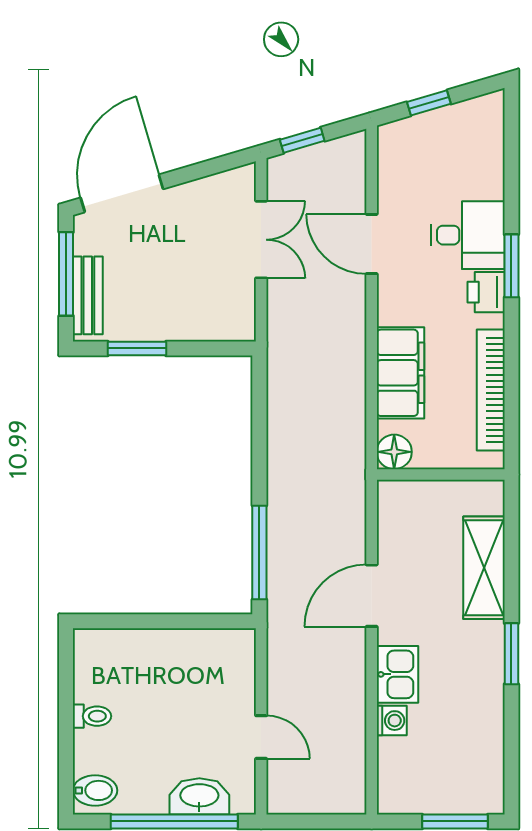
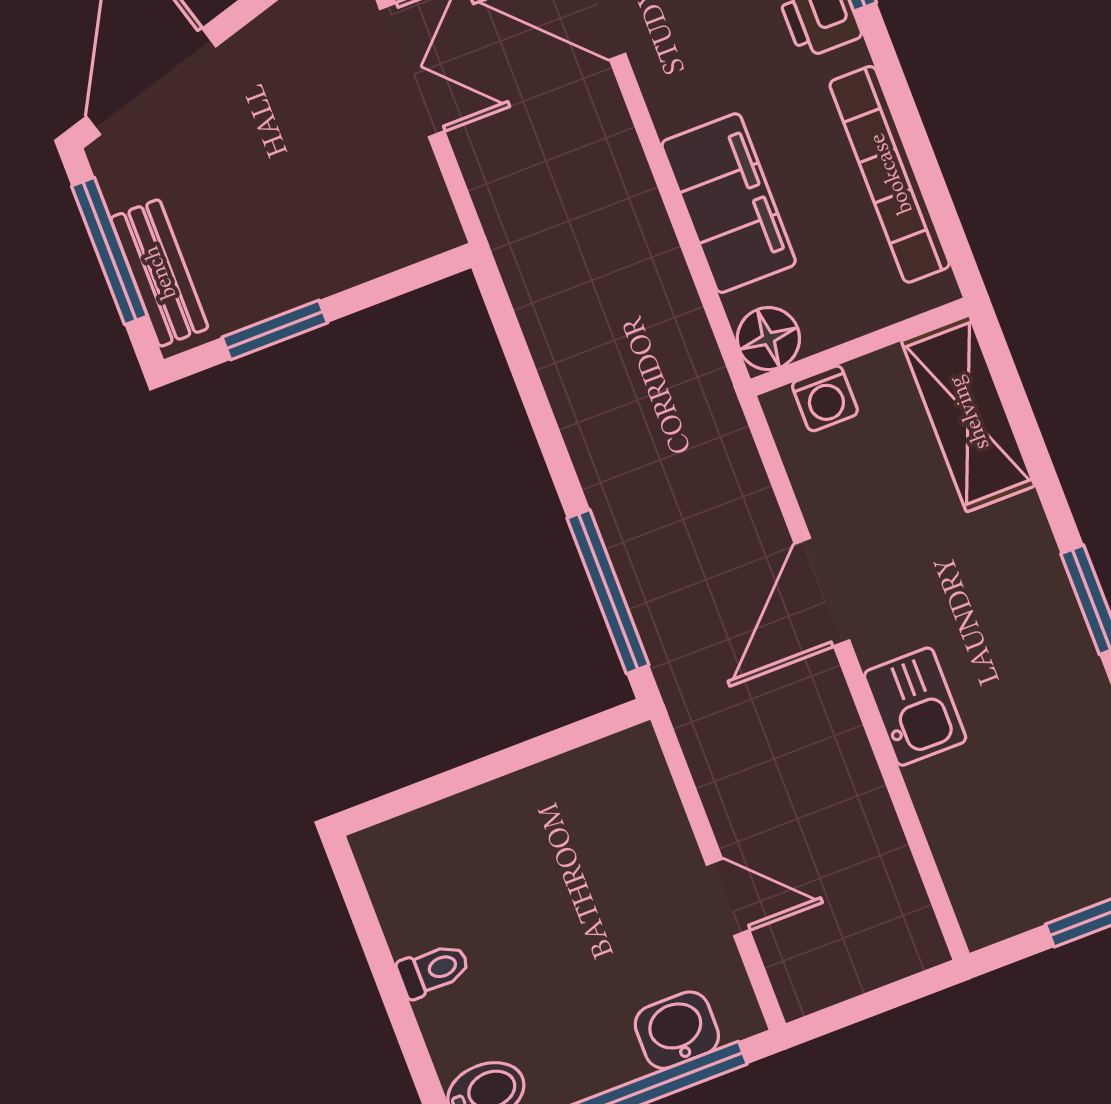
shelving: (484, 568) -> (968, 413), moved
washing machine: (392, 721) -> (825, 398), moved, turned 90
washbasin: (199, 796) -> (677, 1030), width x0.72

